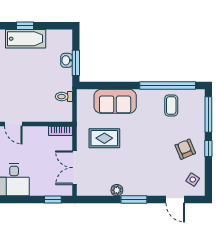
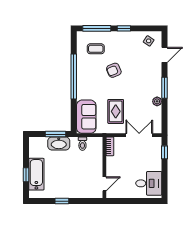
washbasin: (67, 60) -> (59, 143), width x1.91, depth x1.45
window: (168, 86) -> (74, 77), moved
sofa: (115, 101) -> (86, 117), moved
coffee table: (171, 105) -> (96, 49), moved
armchair: (185, 149) -> (114, 70), moved
double door: (74, 168) -> (139, 135), swing flipped

